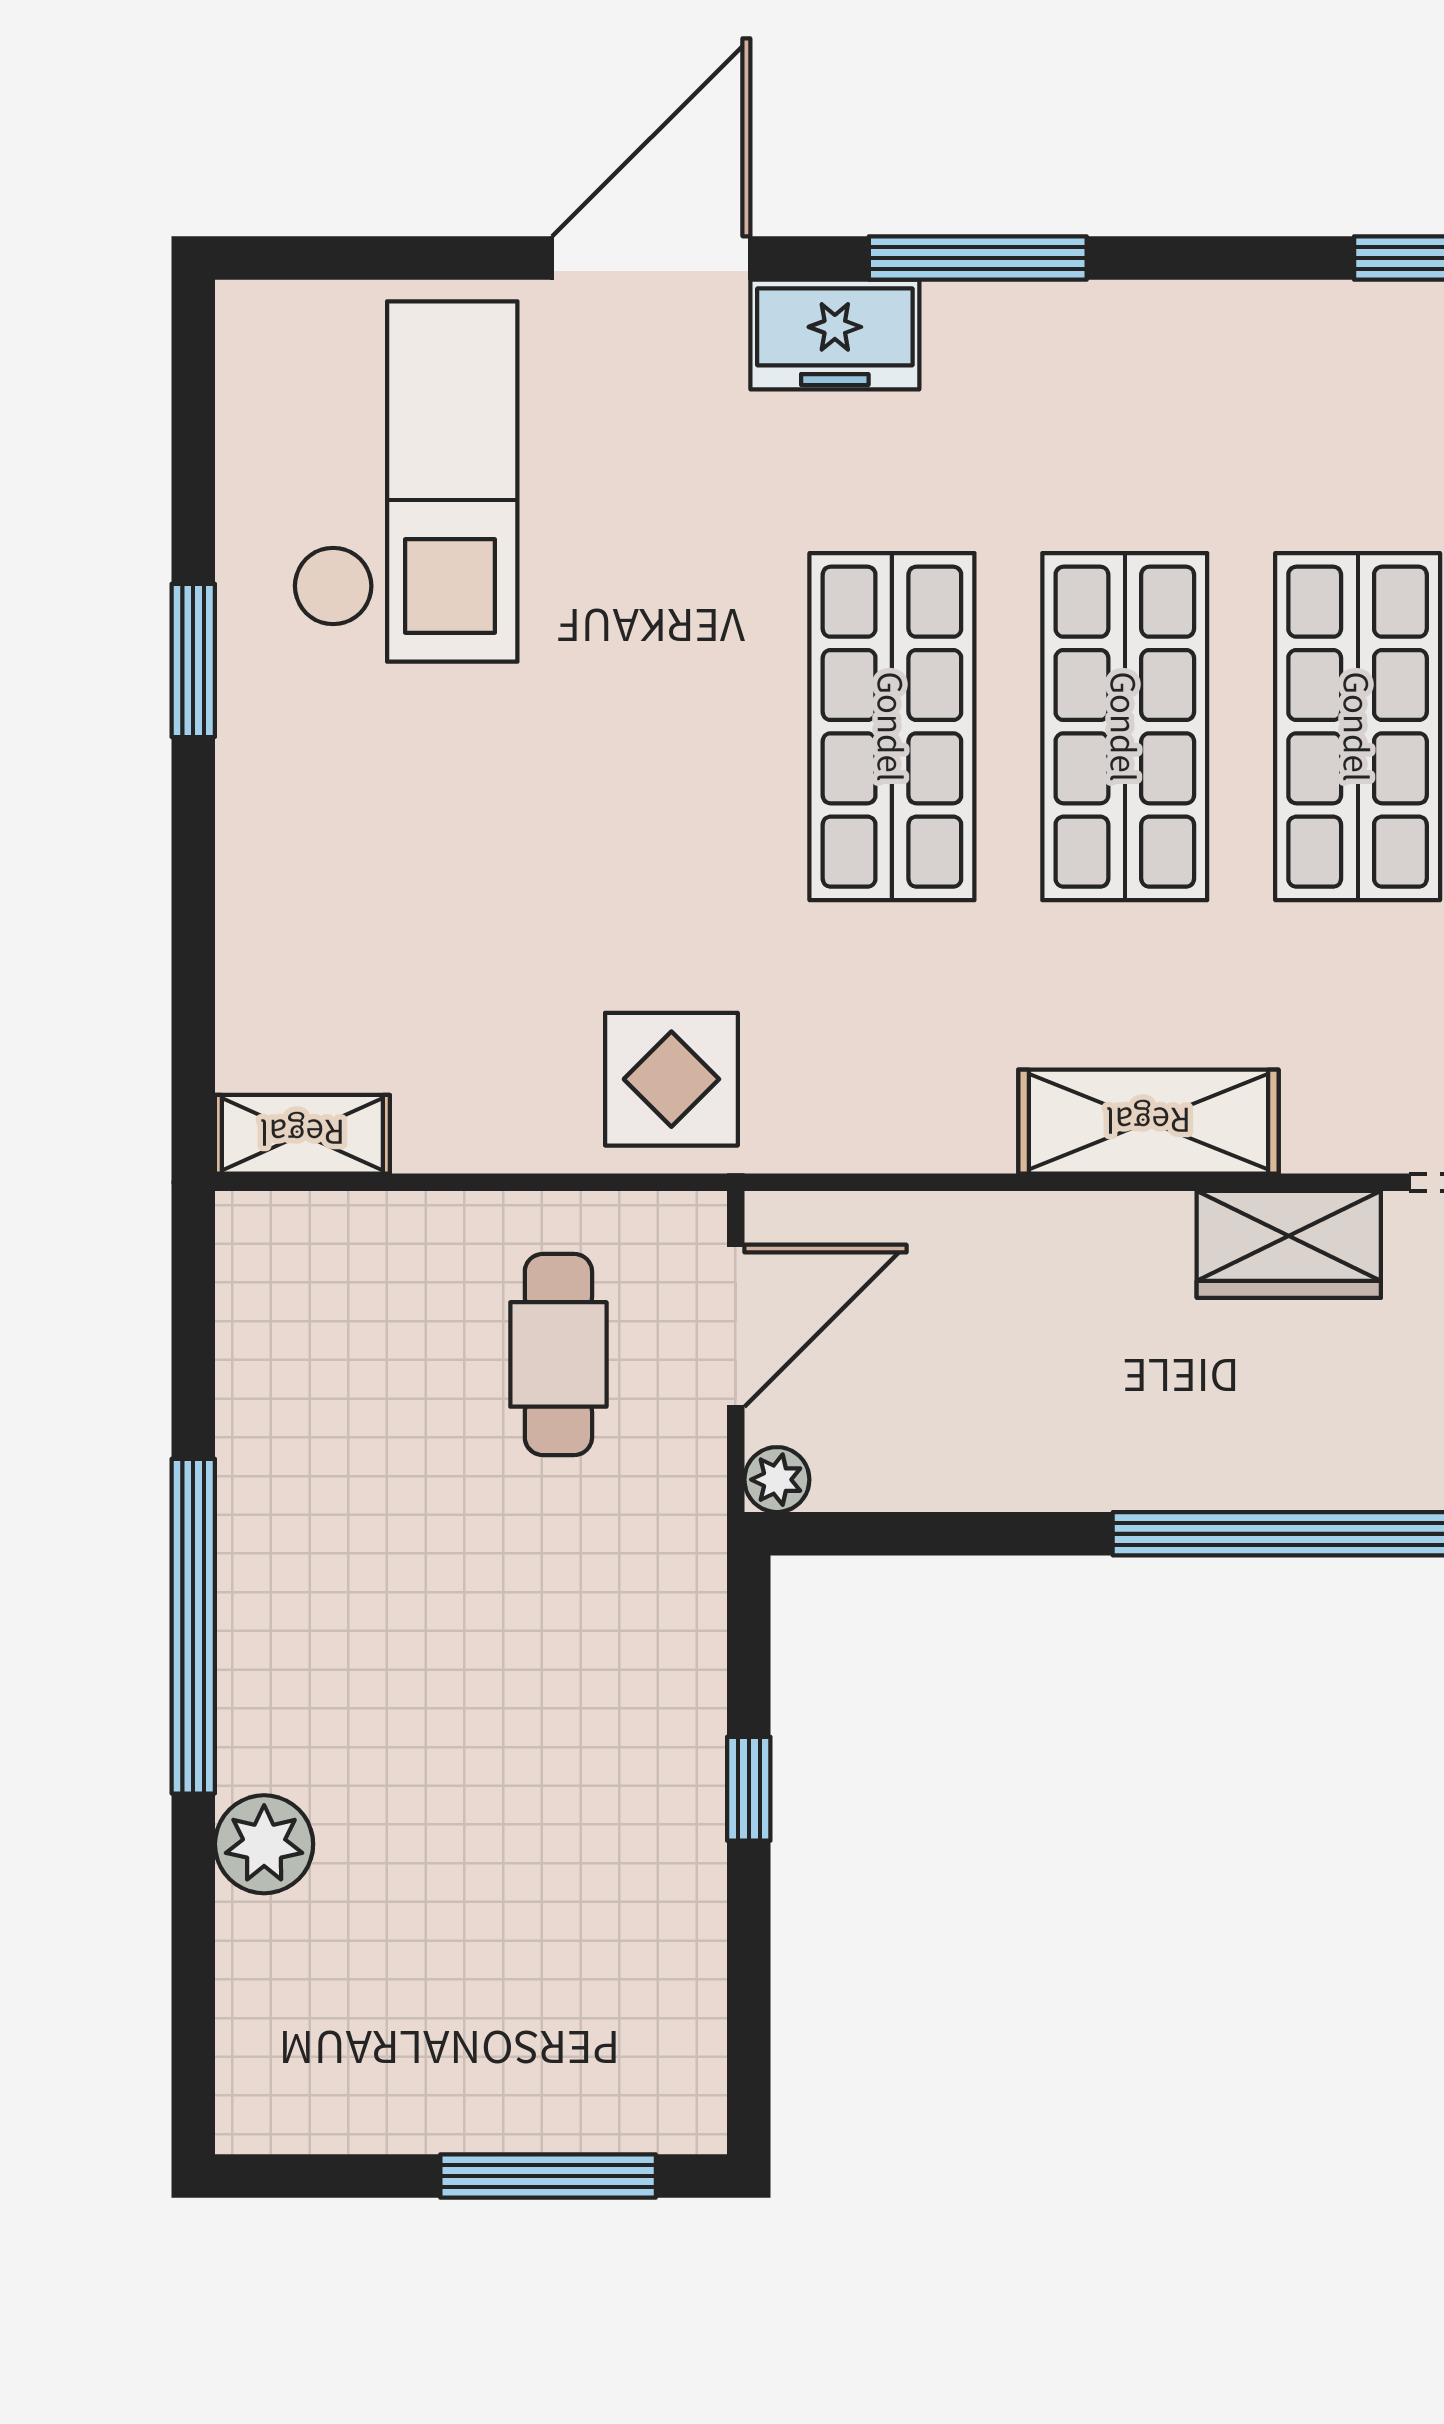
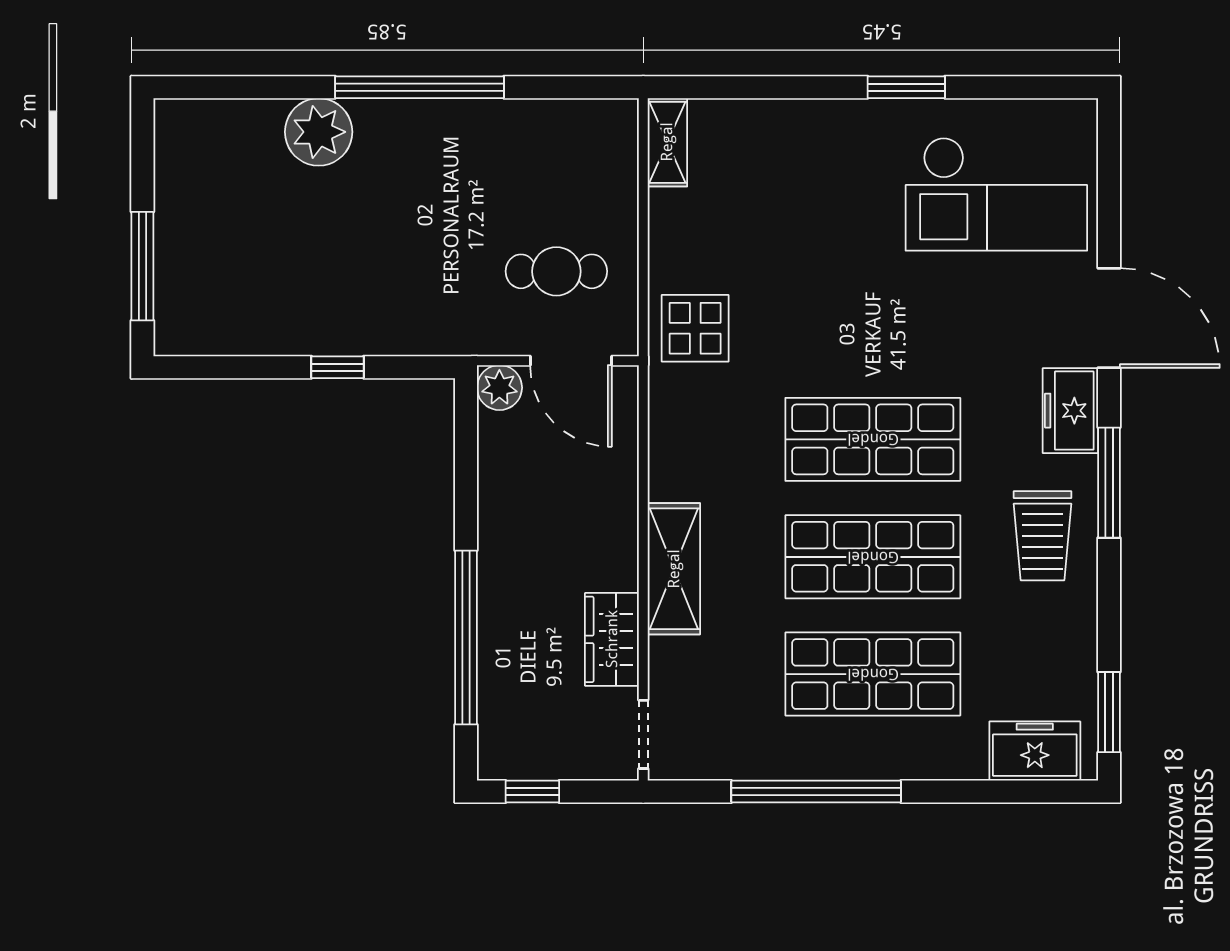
trolley: (1083, 390) -> (1042, 536), added
plant: (777, 1480) -> (499, 388), width x1.38, depth x1.38
plant: (264, 1844) -> (319, 132), width x1.36, depth x1.36

